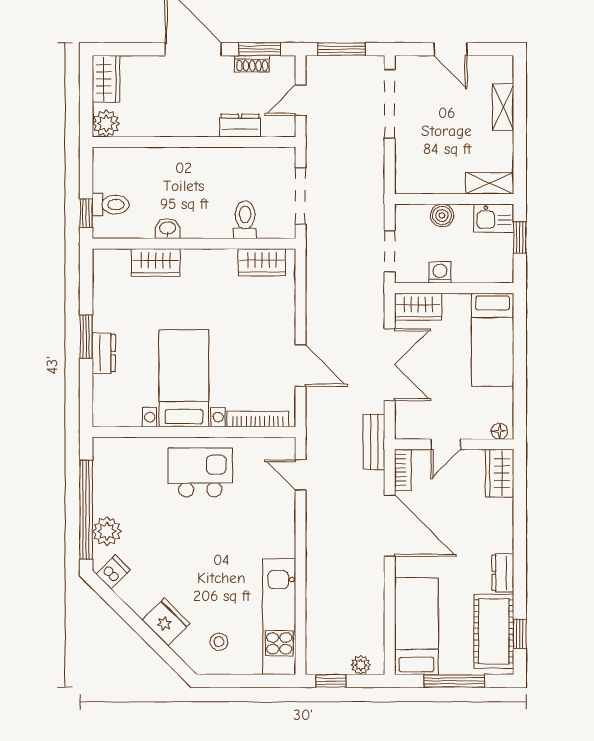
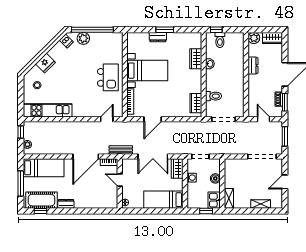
dresser: (240, 125) -> (253, 66), moved
wardrobe: (500, 473) -> (108, 203), removed

